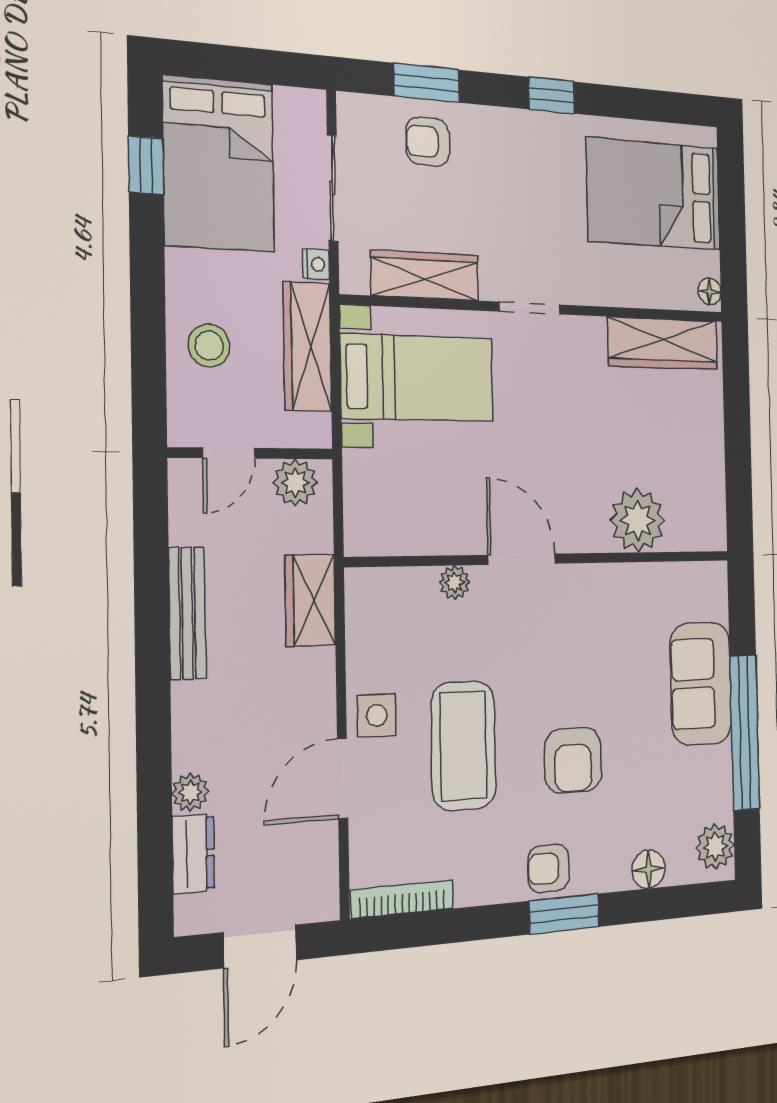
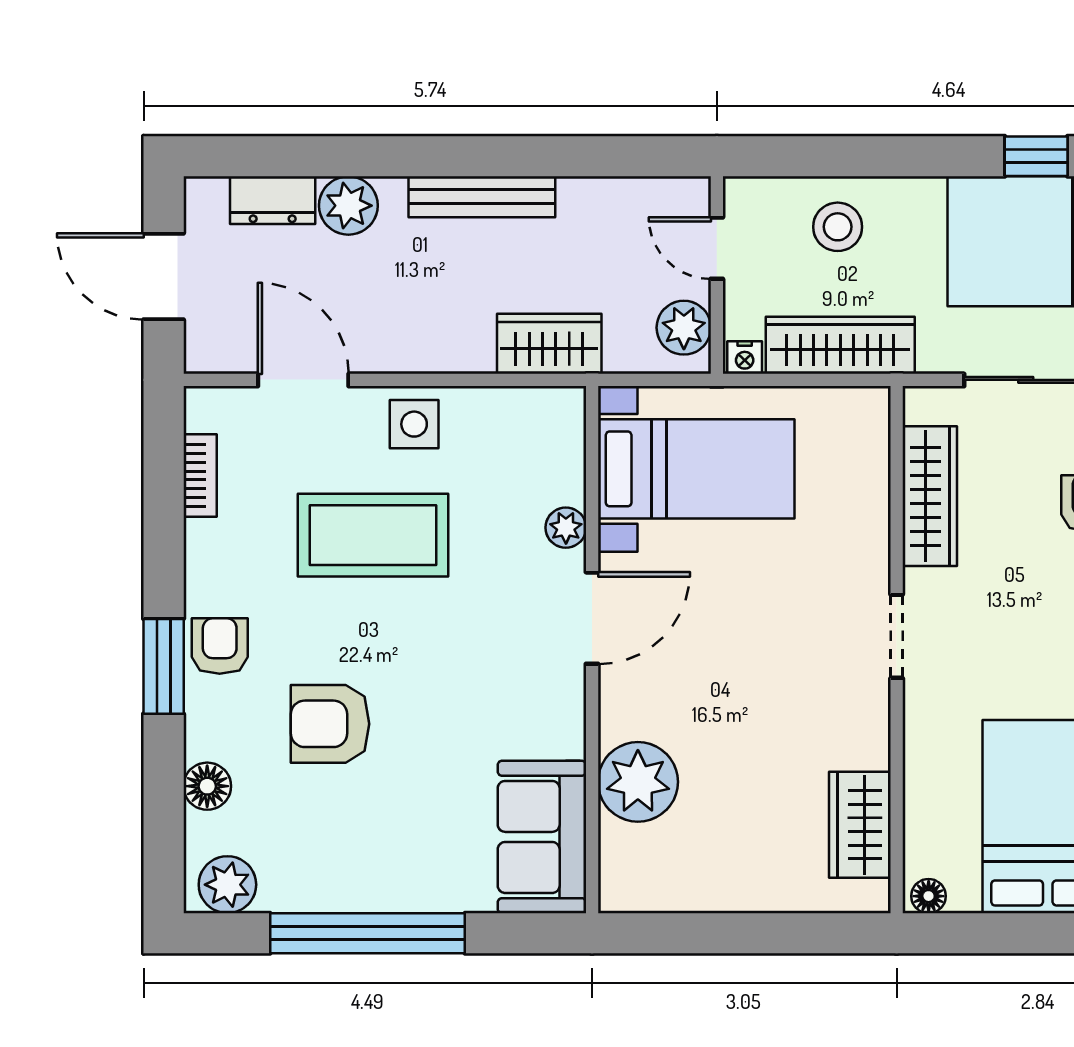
nightstand: (316, 264) -> (745, 358), moved
wardrobe: (663, 343) -> (860, 825), width x0.67
bed with nightstands: (418, 378) -> (696, 469), moved, turned -90
bench: (187, 613) -> (482, 197), moved
sofa: (701, 683) -> (542, 837), moved, turned -90
armchair: (573, 760) -> (330, 724), moved
door: (343, 779) -> (303, 380), moved
plant: (190, 792) -> (348, 206), width x1.38, depth x1.38
bookcase: (402, 899) -> (200, 476), width x0.64

